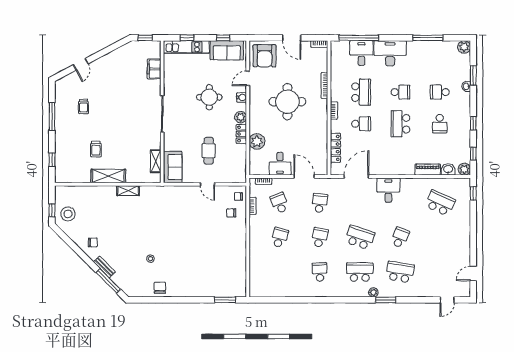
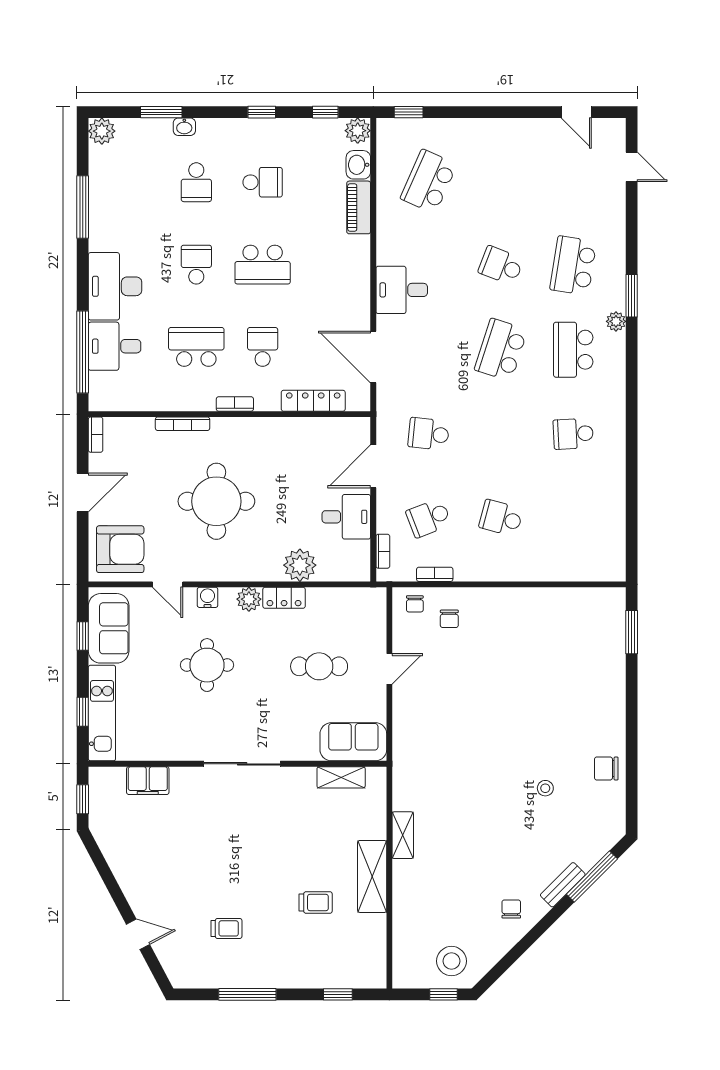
school desk: (320, 237) -> (501, 434), removed

